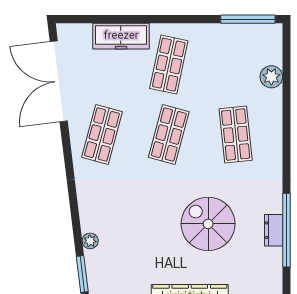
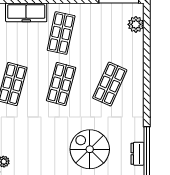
plant: (271, 77) -> (136, 24), moved
shop shelf: (236, 135) -> (110, 84), turned 30

